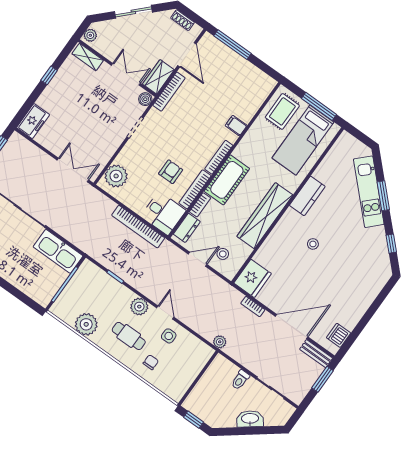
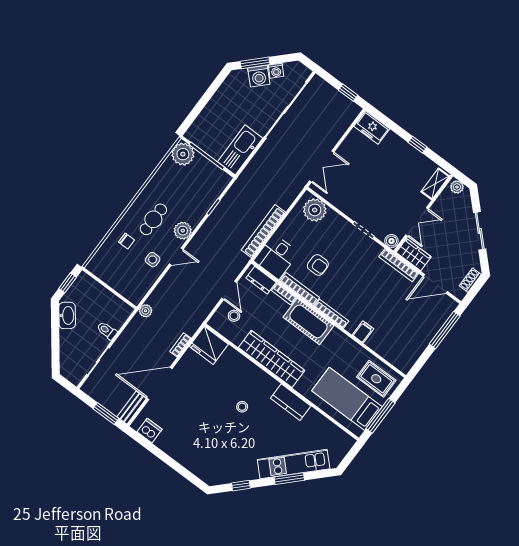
plant: (86, 324) -> (183, 154), moved
door: (292, 327) -> (159, 384), swing flipped
washbasin: (250, 419) -> (67, 315), moved

